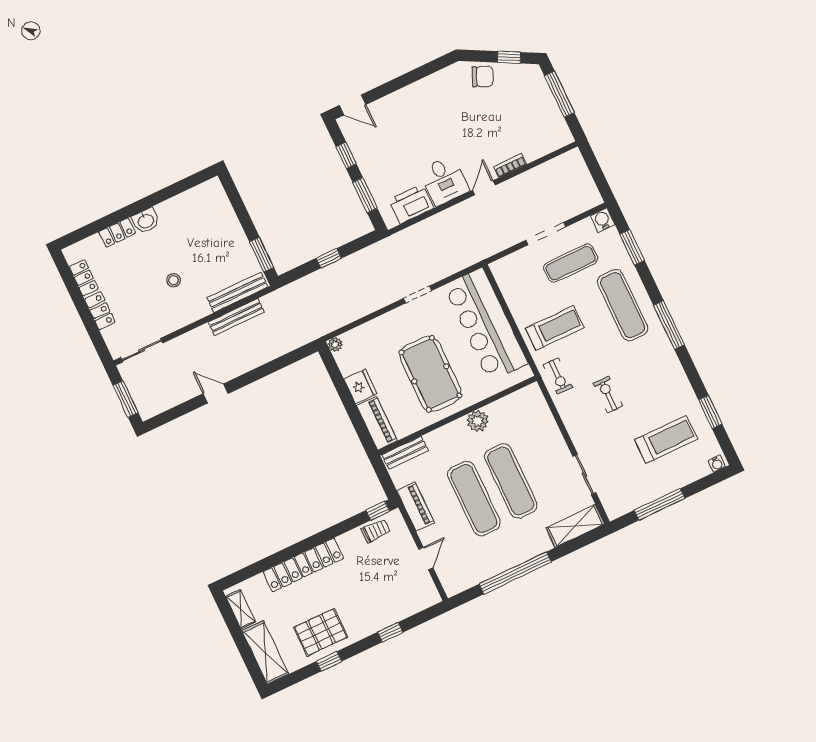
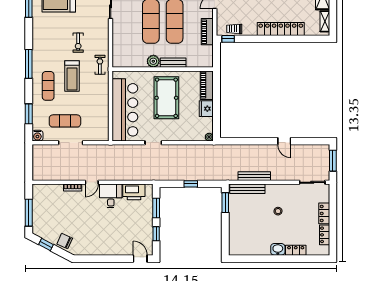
exercise mat: (623, 305) -> (48, 86), width x0.73, depth x0.69
treadmill: (555, 328) -> (72, 76), moved, turned -90
bench: (405, 453) -> (173, 63), moved

